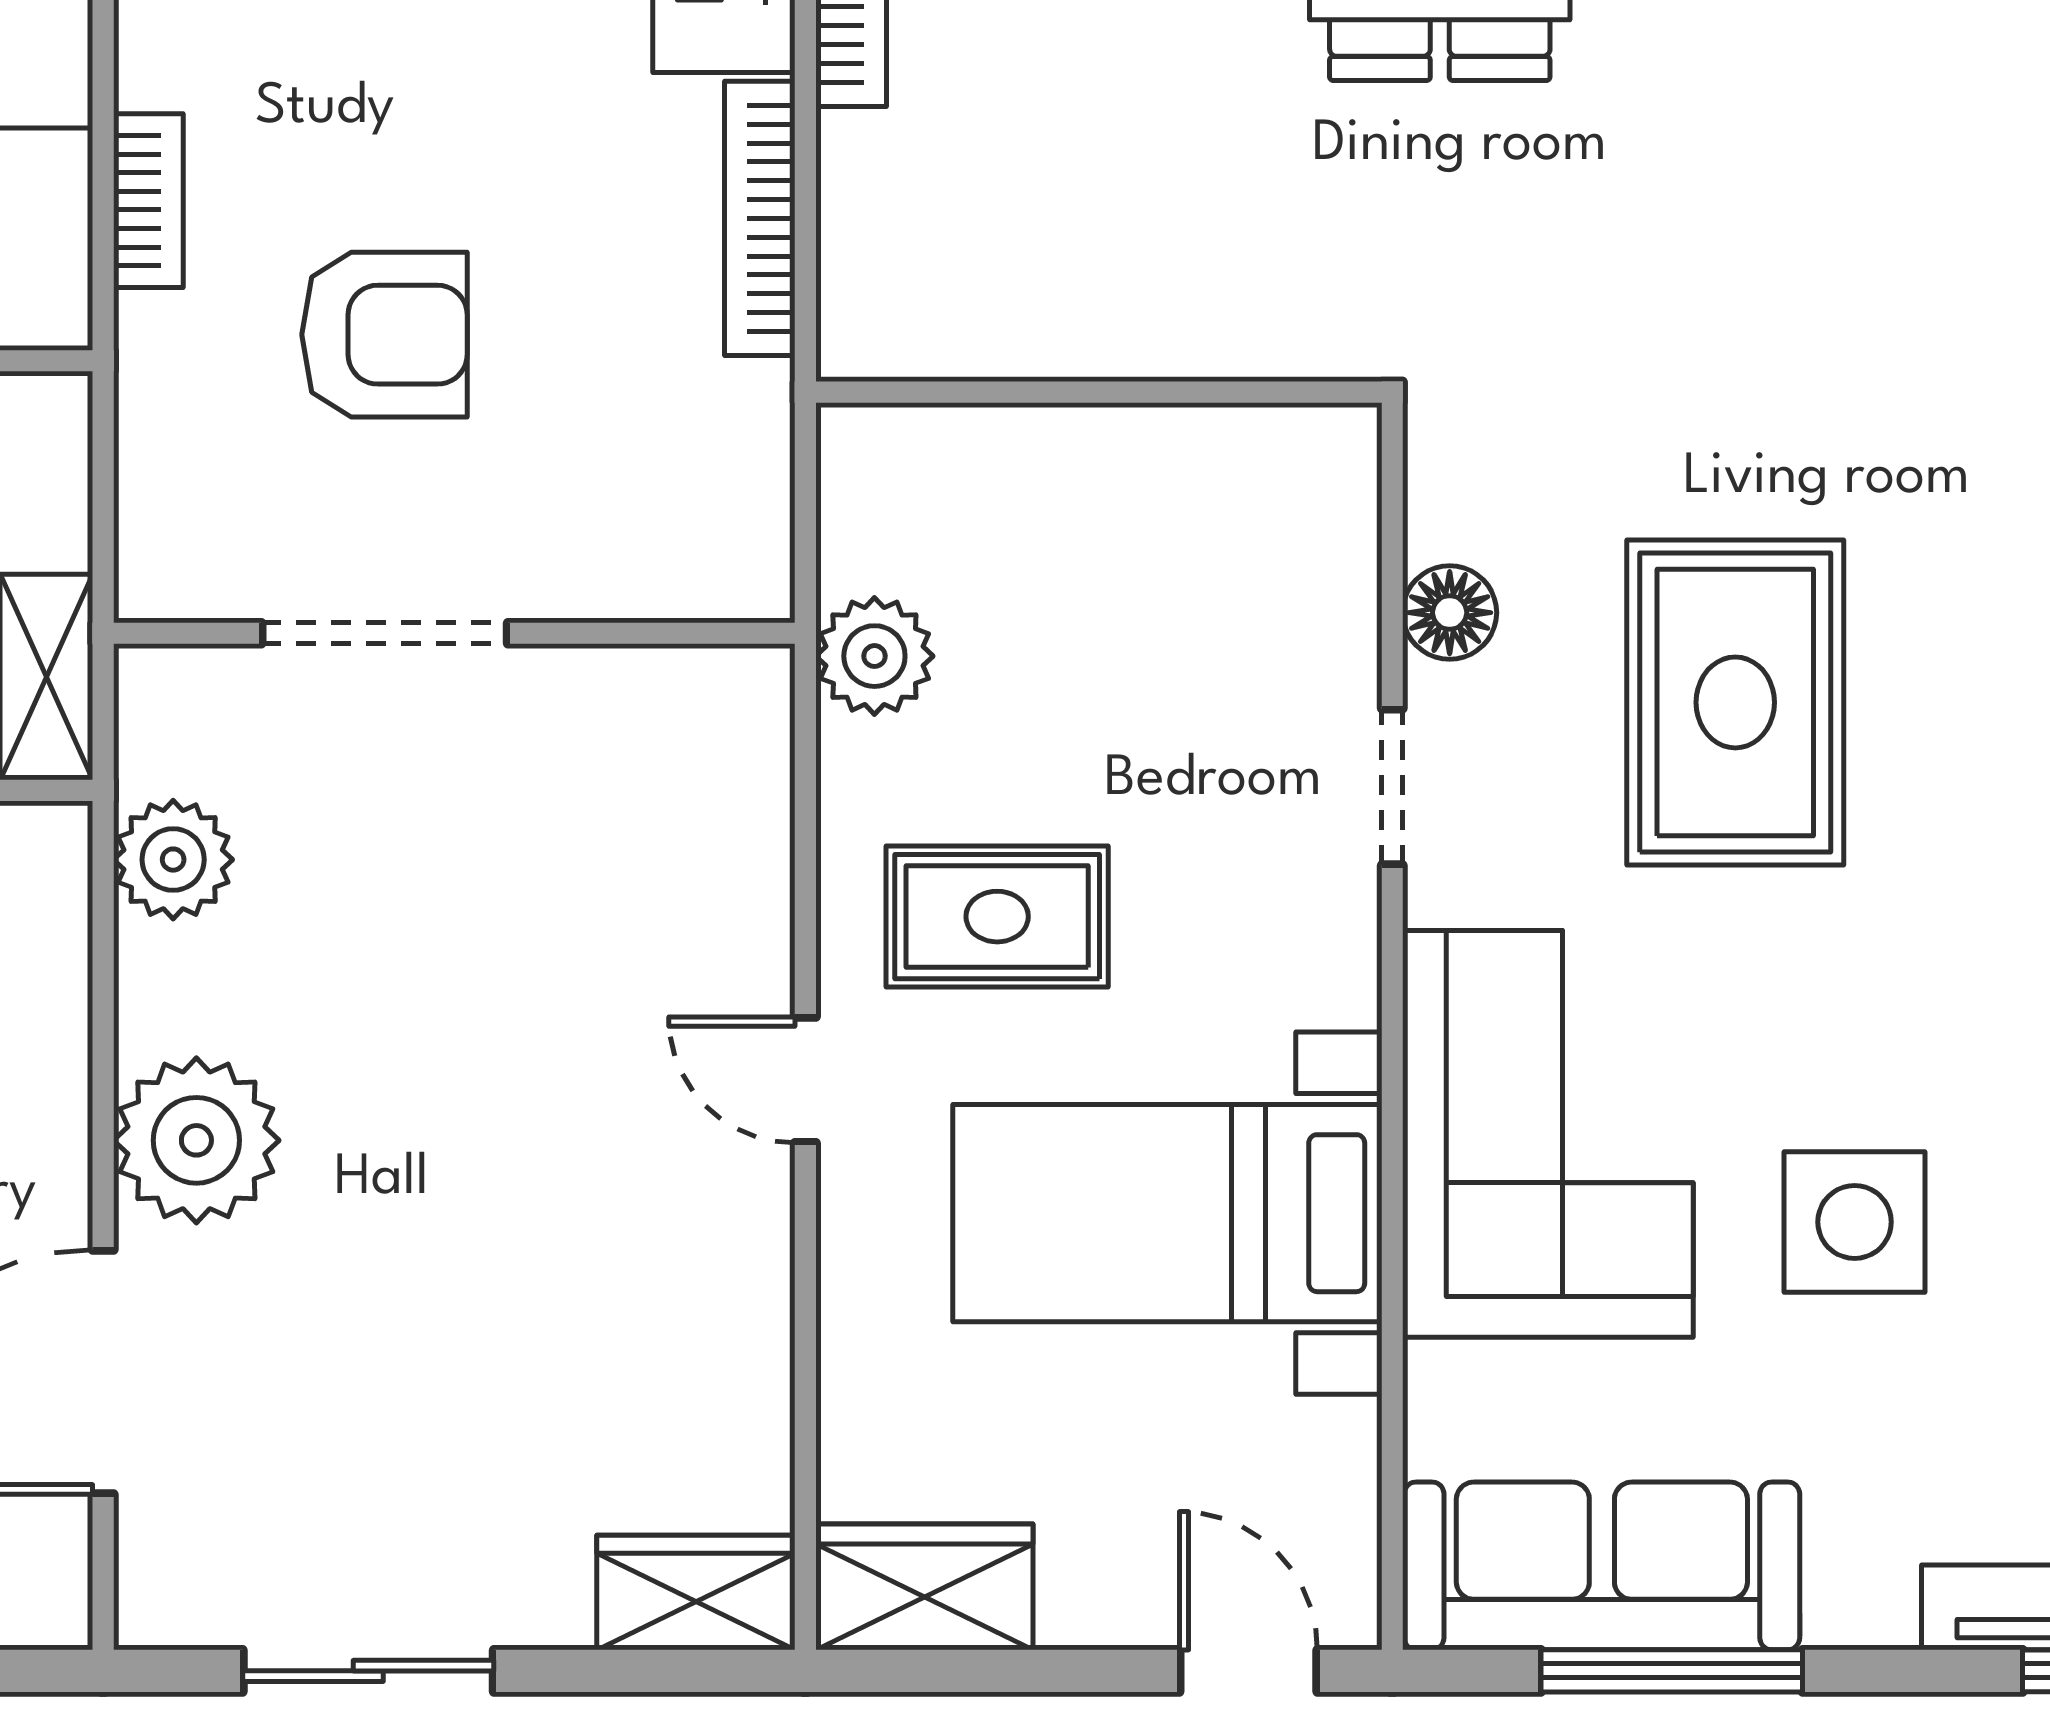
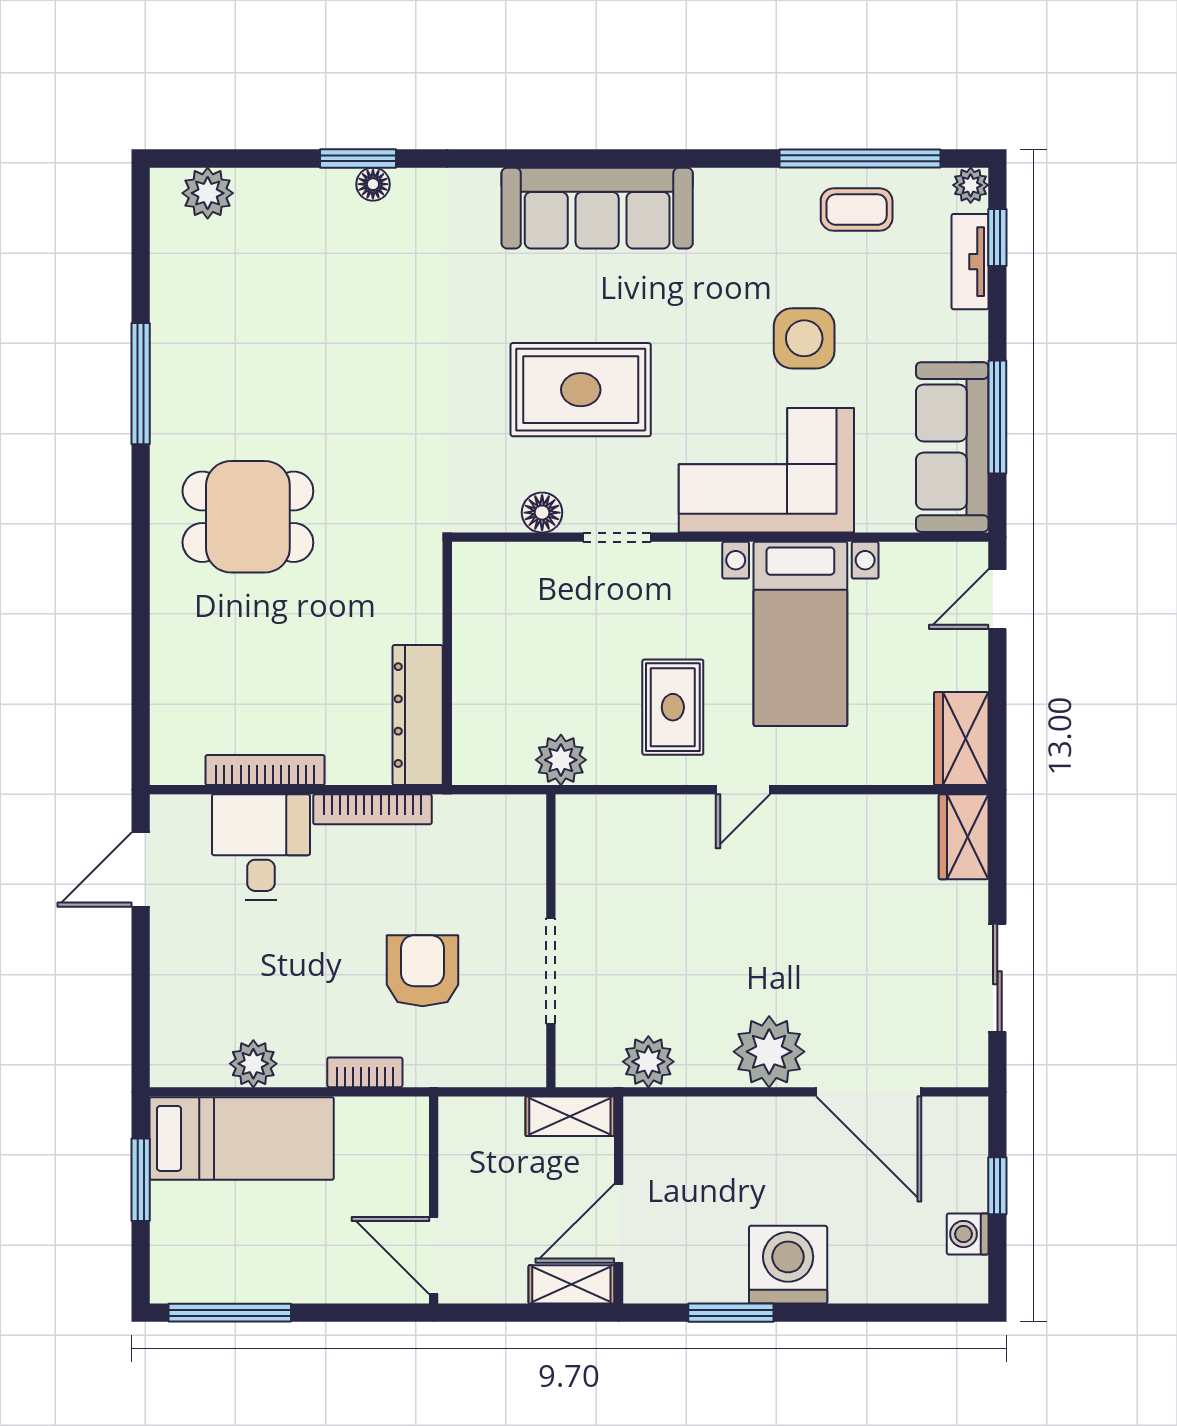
dresser: (979, 324) -> (418, 715), added

